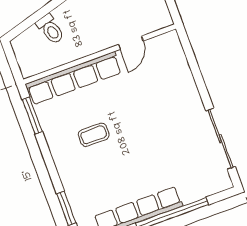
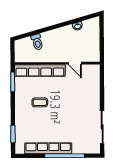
door: (131, 43) -> (75, 63), hinge flipped

